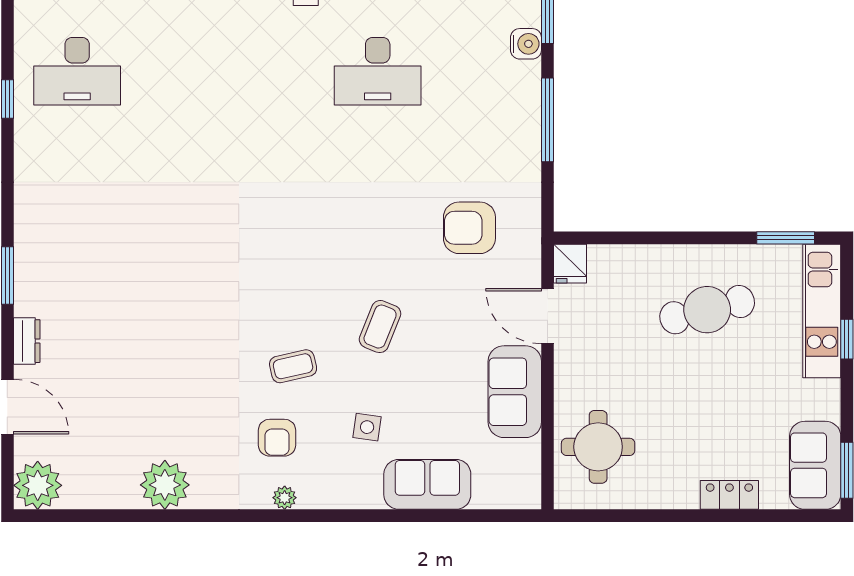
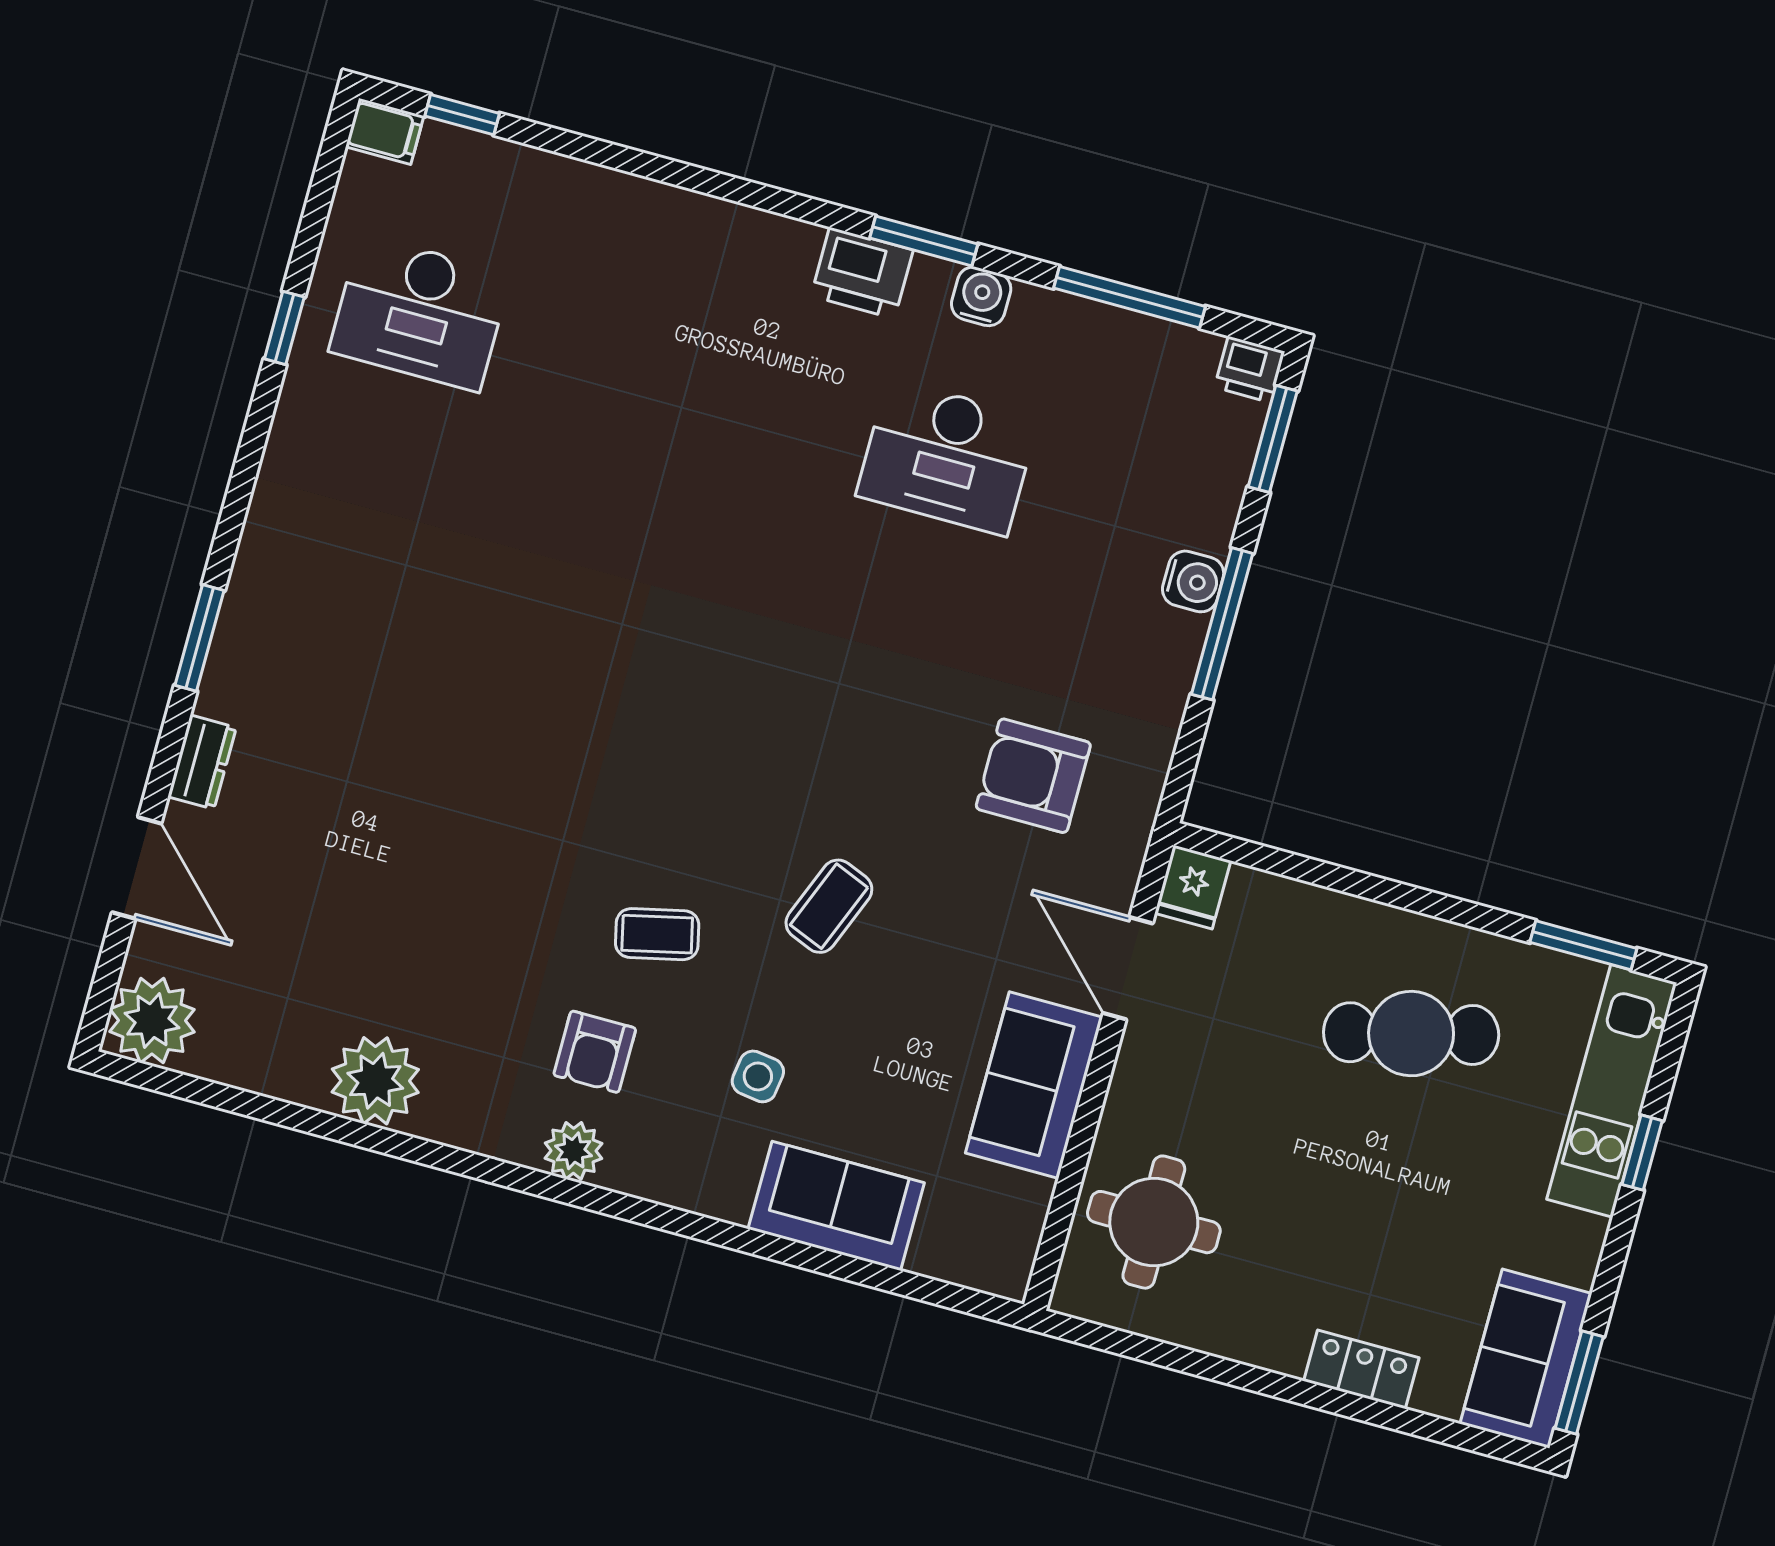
water cooler: (526, 44) -> (1193, 581), moved
plant: (285, 498) -> (574, 1151), width x1.38, depth x1.38

